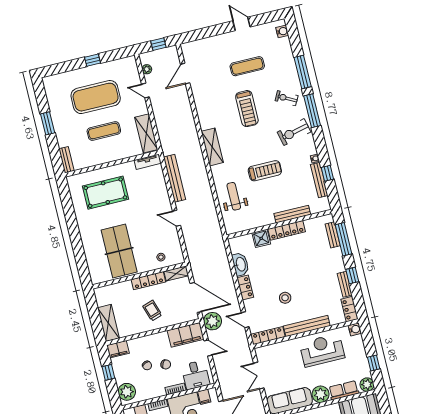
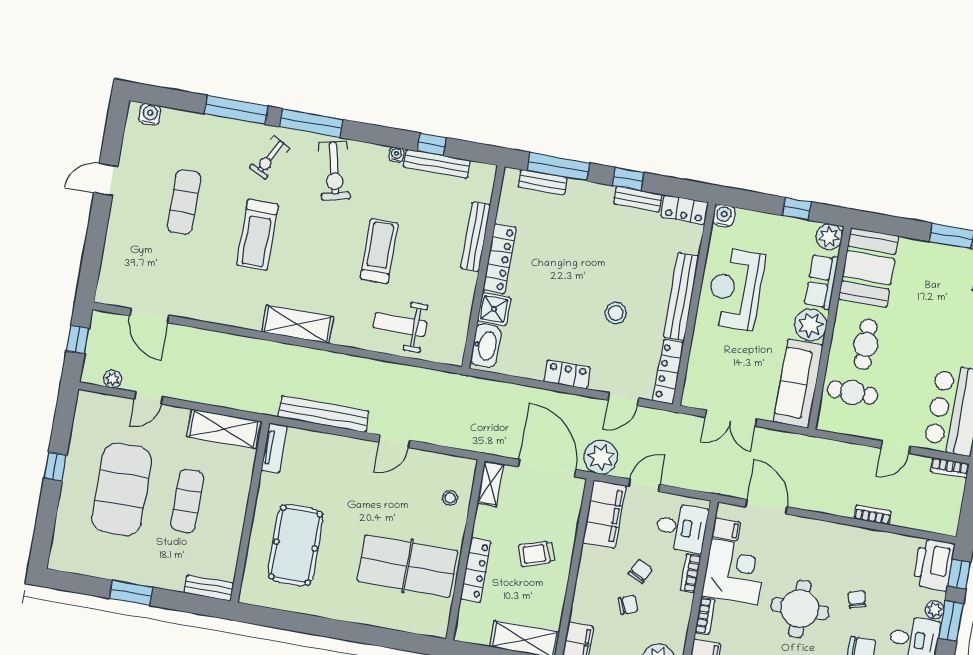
treadmill: (247, 109) -> (257, 235), turned 90
washbasin: (240, 264) -> (486, 346), moved, turned 90
locker: (148, 281) -> (476, 570), moved
door: (196, 298) -> (547, 468), hinge flipped

